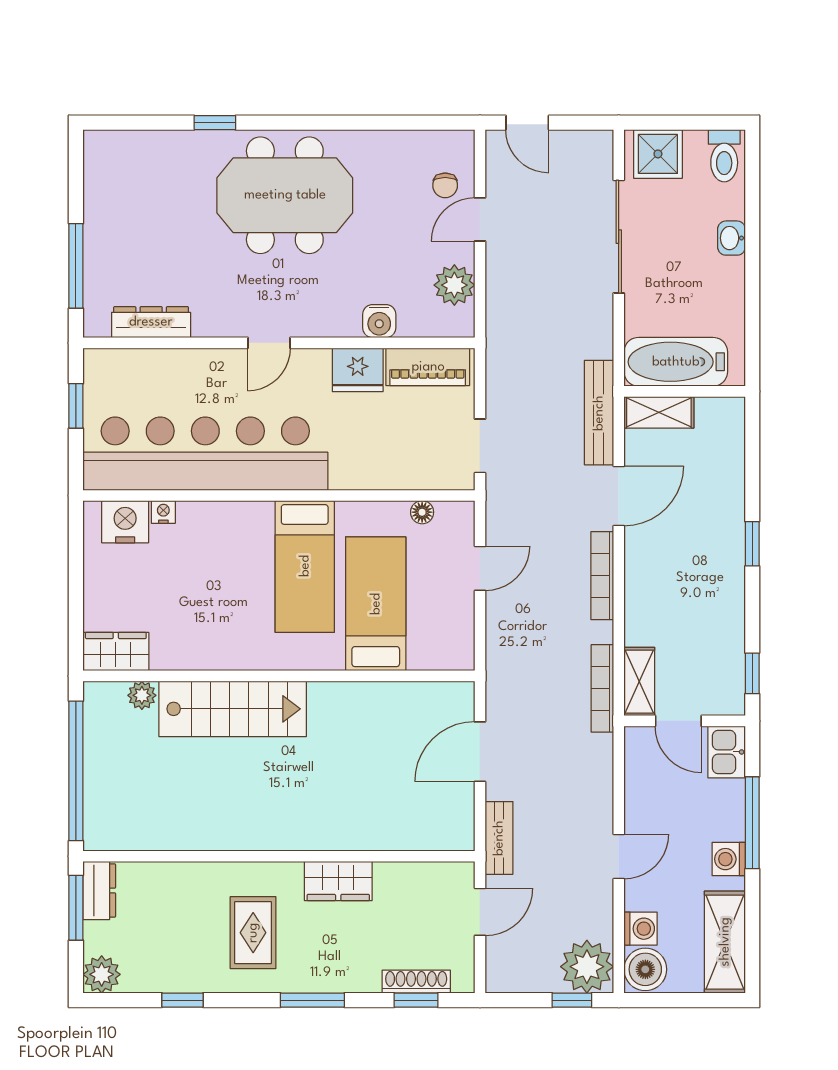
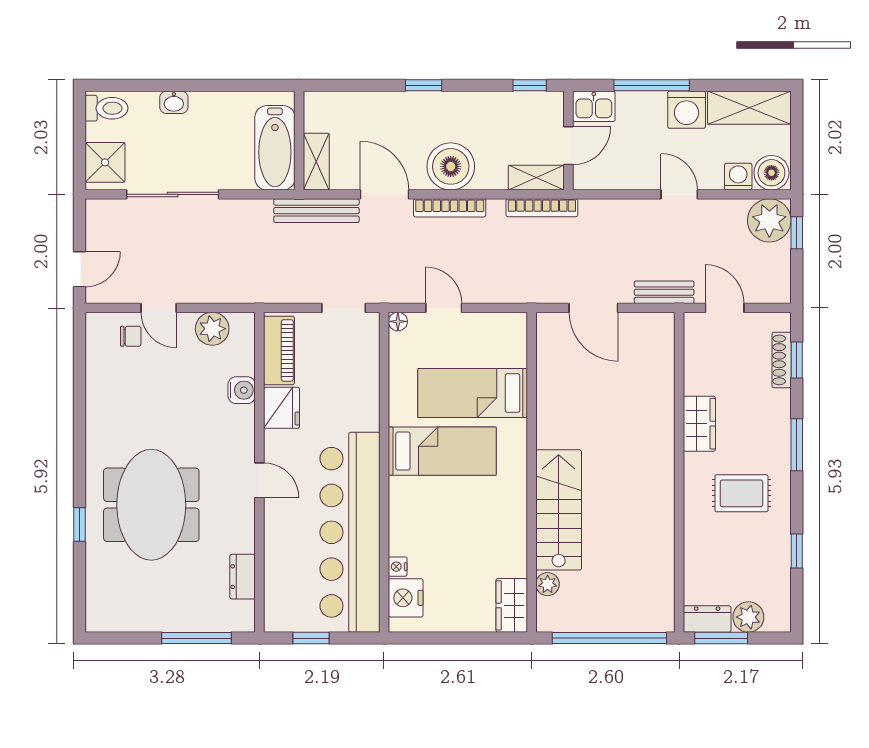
meeting table: (285, 195) -> (151, 505), moved
dresser: (151, 322) -> (243, 577), width x0.70
floor lamp: (422, 512) -> (398, 321), moved
boiler: (653, 577) -> (451, 166), added
washing machine: (729, 859) -> (687, 110), width x1.38, depth x1.38
plant: (102, 974) -> (748, 617), moved

